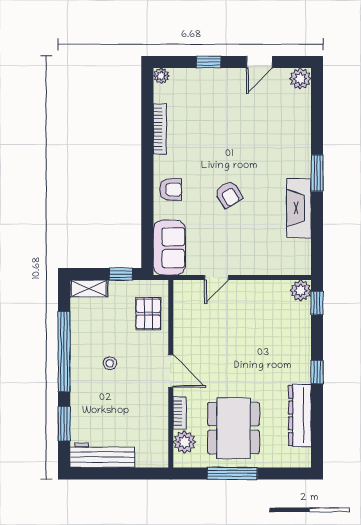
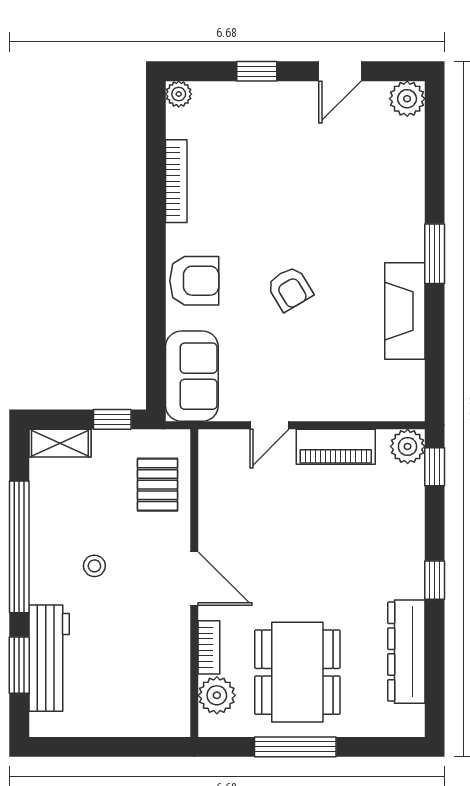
armchair: (171, 190) -> (194, 281), width x1.38, depth x1.38
piano: (257, 291) -> (336, 447), added
workbench: (102, 455) -> (49, 658), moved, turned 90

